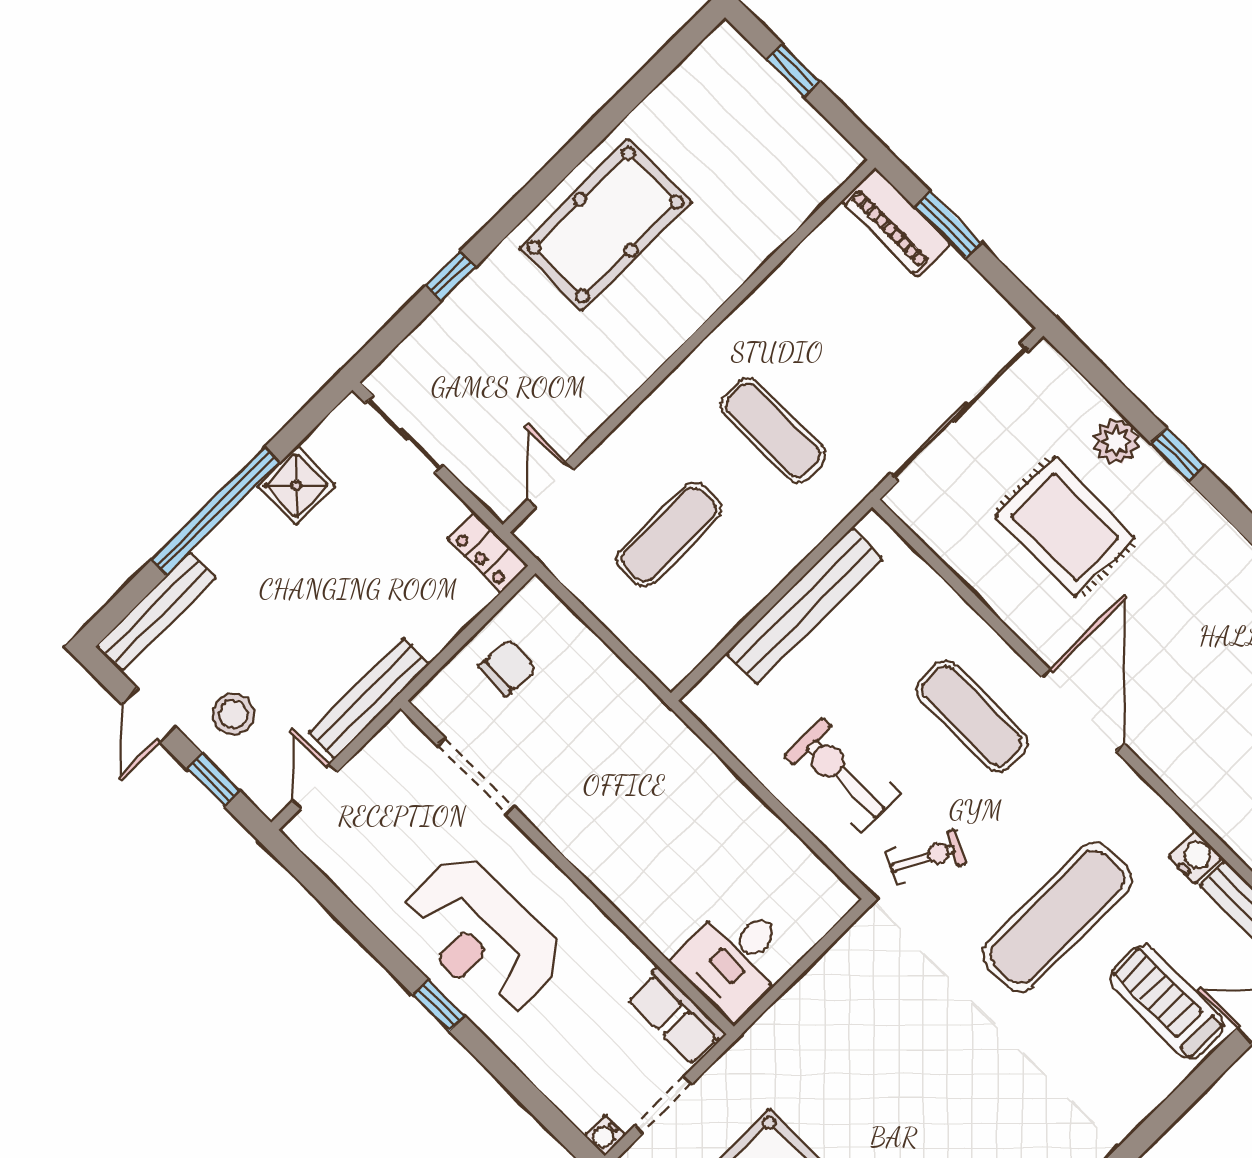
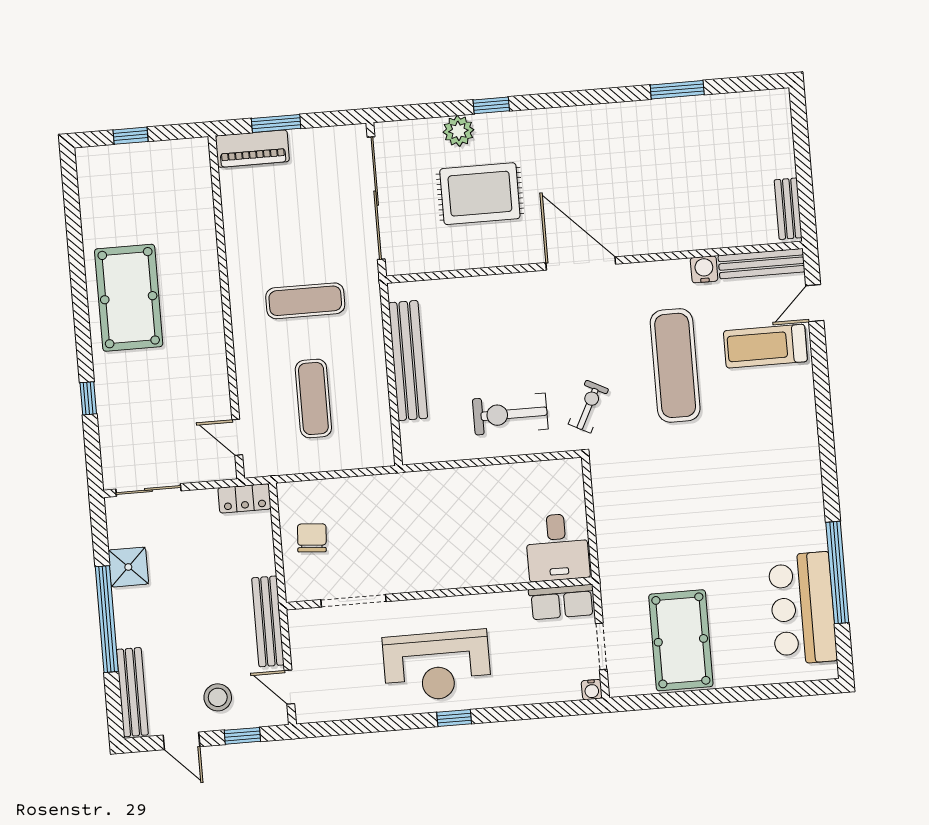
exercise mat: (972, 716) -> (536, 322), removed

